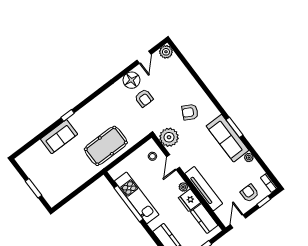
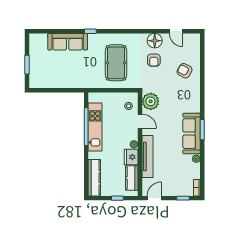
plant: (166, 52) -> (194, 39), removed
door: (144, 57) -> (176, 31), hinge flipped
armchair: (190, 112) -> (185, 71), moved
sofa: (59, 137) -> (68, 42), width x1.36
pool table: (106, 146) -> (116, 63), moved, turned 90
door: (173, 162) -> (140, 121), swing flipped
armchair: (249, 193) -> (178, 184), removed

